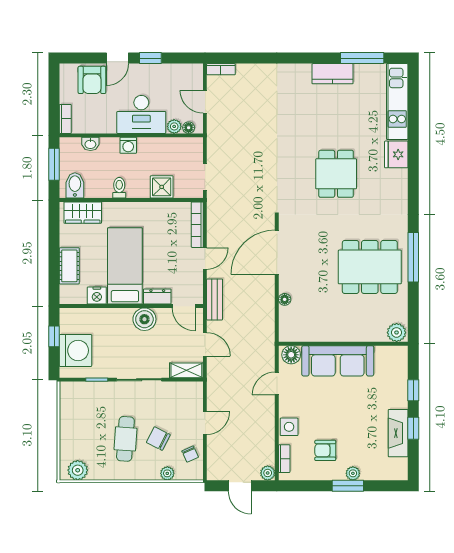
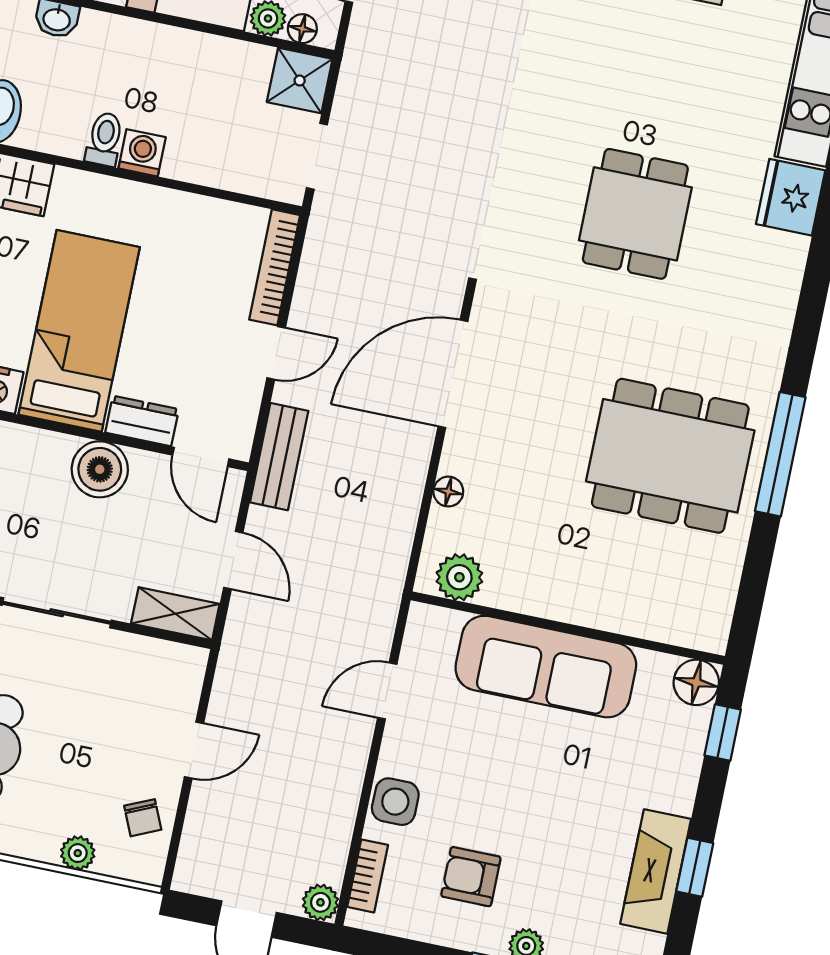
washing machine: (128, 145) -> (142, 153), moved, turned 180
shower: (162, 187) -> (300, 80), moved
plant: (397, 332) -> (459, 577), moved
floor lamp: (291, 355) -> (696, 682), moved
window: (413, 390) -> (723, 732), moved
chair: (158, 439) -> (74, 764), removed

